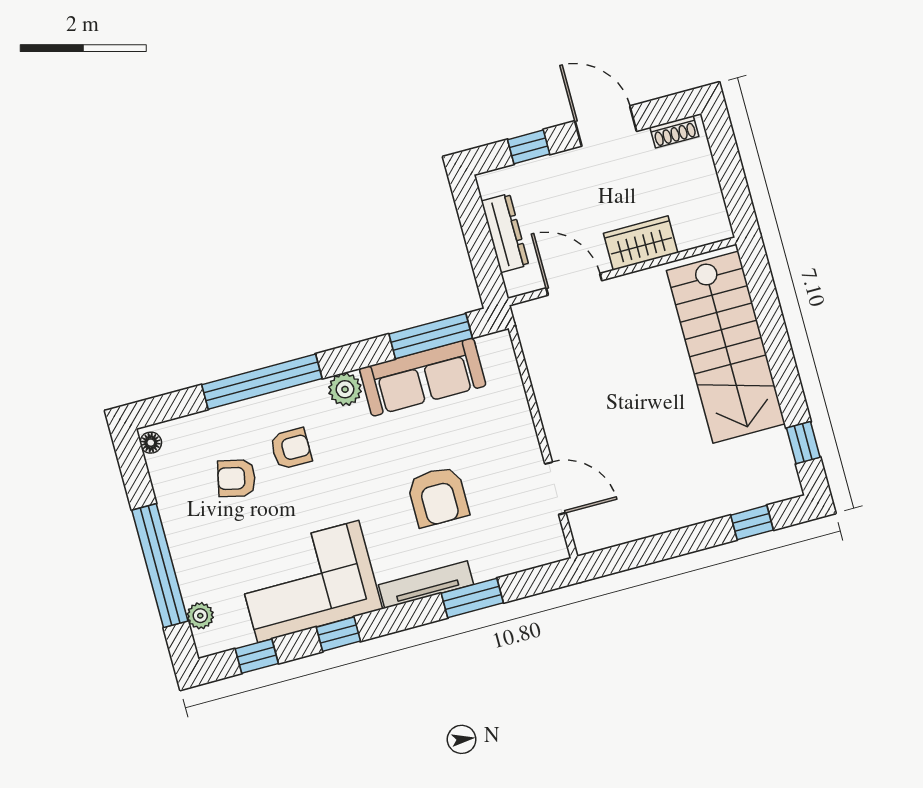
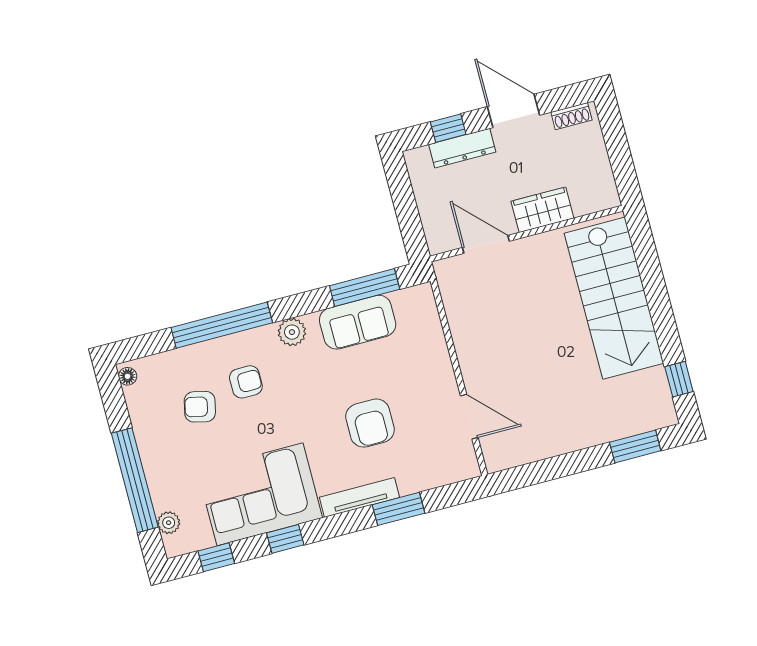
dresser: (505, 233) -> (462, 148), moved, turned 90
sofa: (423, 377) -> (358, 322), width x0.73
window: (752, 523) -> (635, 446), width x1.50

